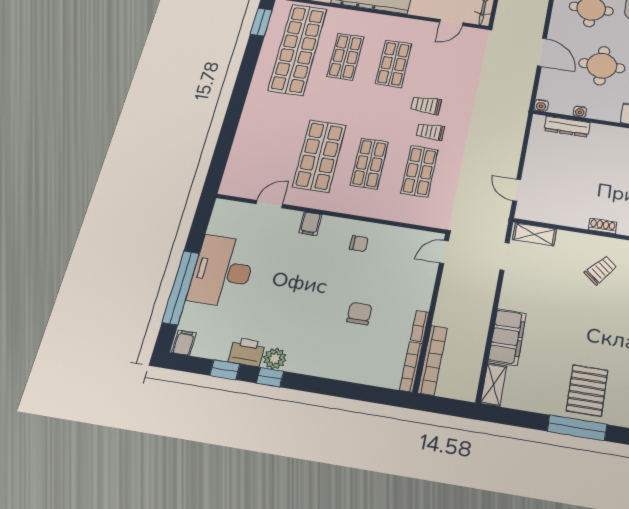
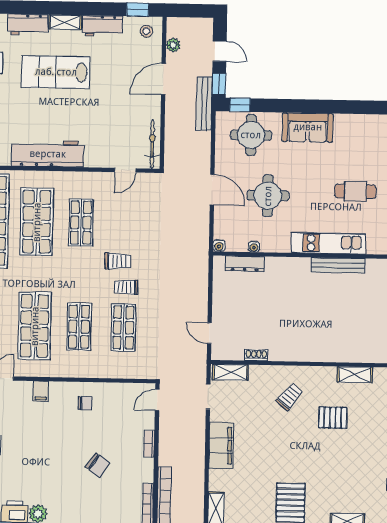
shop shelf: (345, 57) -> (37, 222), width x1.43, depth x1.36
trolley: (426, 105) -> (118, 261), turned 180
shoe rack: (603, 226) -> (256, 355), moved
chair: (359, 314) -> (98, 465), turned 125
bookcase: (420, 326) -> (149, 444), moved
filing cabinet: (507, 337) -> (221, 445), moved

